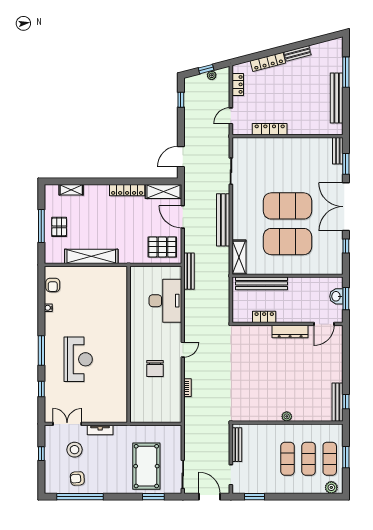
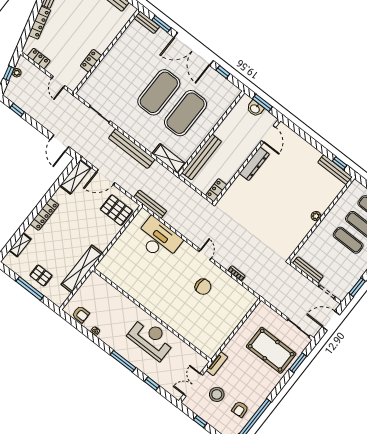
locker: (270, 129) -> (91, 61), width x0.66
locker: (127, 190) -> (44, 214), moved
pallet: (162, 247) -> (116, 210), turned 90
locker: (264, 317) -> (216, 190), moved
wall: (129, 344) -> (152, 315), moved

